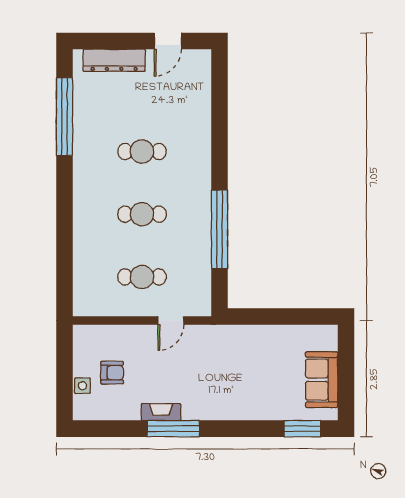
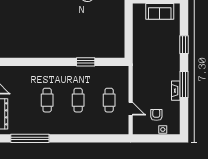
window: (219, 229) -> (86, 62), width x0.47
door: (171, 321) -> (131, 109), moved
window: (302, 429) -> (184, 45), moved

